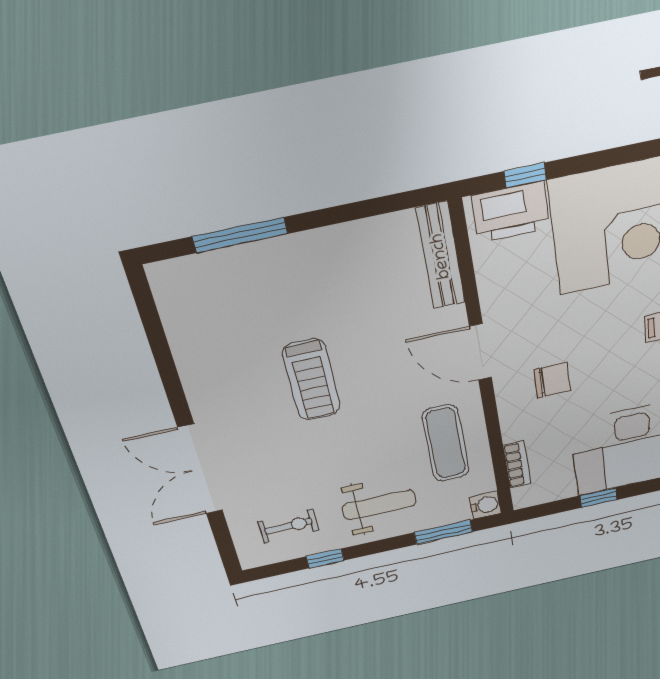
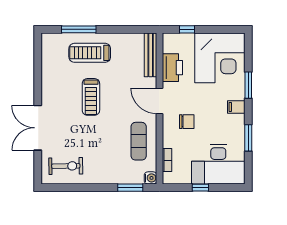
printer: (511, 212) -> (172, 68), moved, turned -90
treadmill: (284, 284) -> (90, 53), added
weight bench: (379, 505) -> (106, 165), removed
exercise bike: (288, 526) -> (66, 166), width x1.38, depth x1.39
window: (325, 558) -> (77, 188), removed

